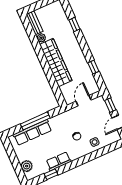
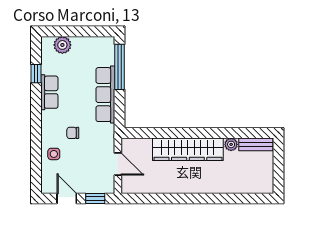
window: (74, 25) -> (229, 198), removed
window: (93, 67) -> (158, 198), removed
window: (35, 121) -> (120, 67), moved
row of seats: (32, 132) -> (105, 95), moved

